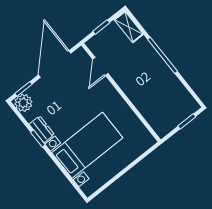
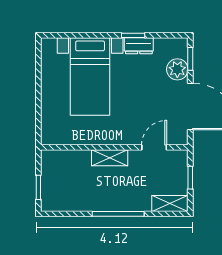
door: (100, 66) -> (154, 147), hinge flipped
shelving: (130, 90) -> (110, 158), added
plant: (23, 103) -> (177, 69), moved

